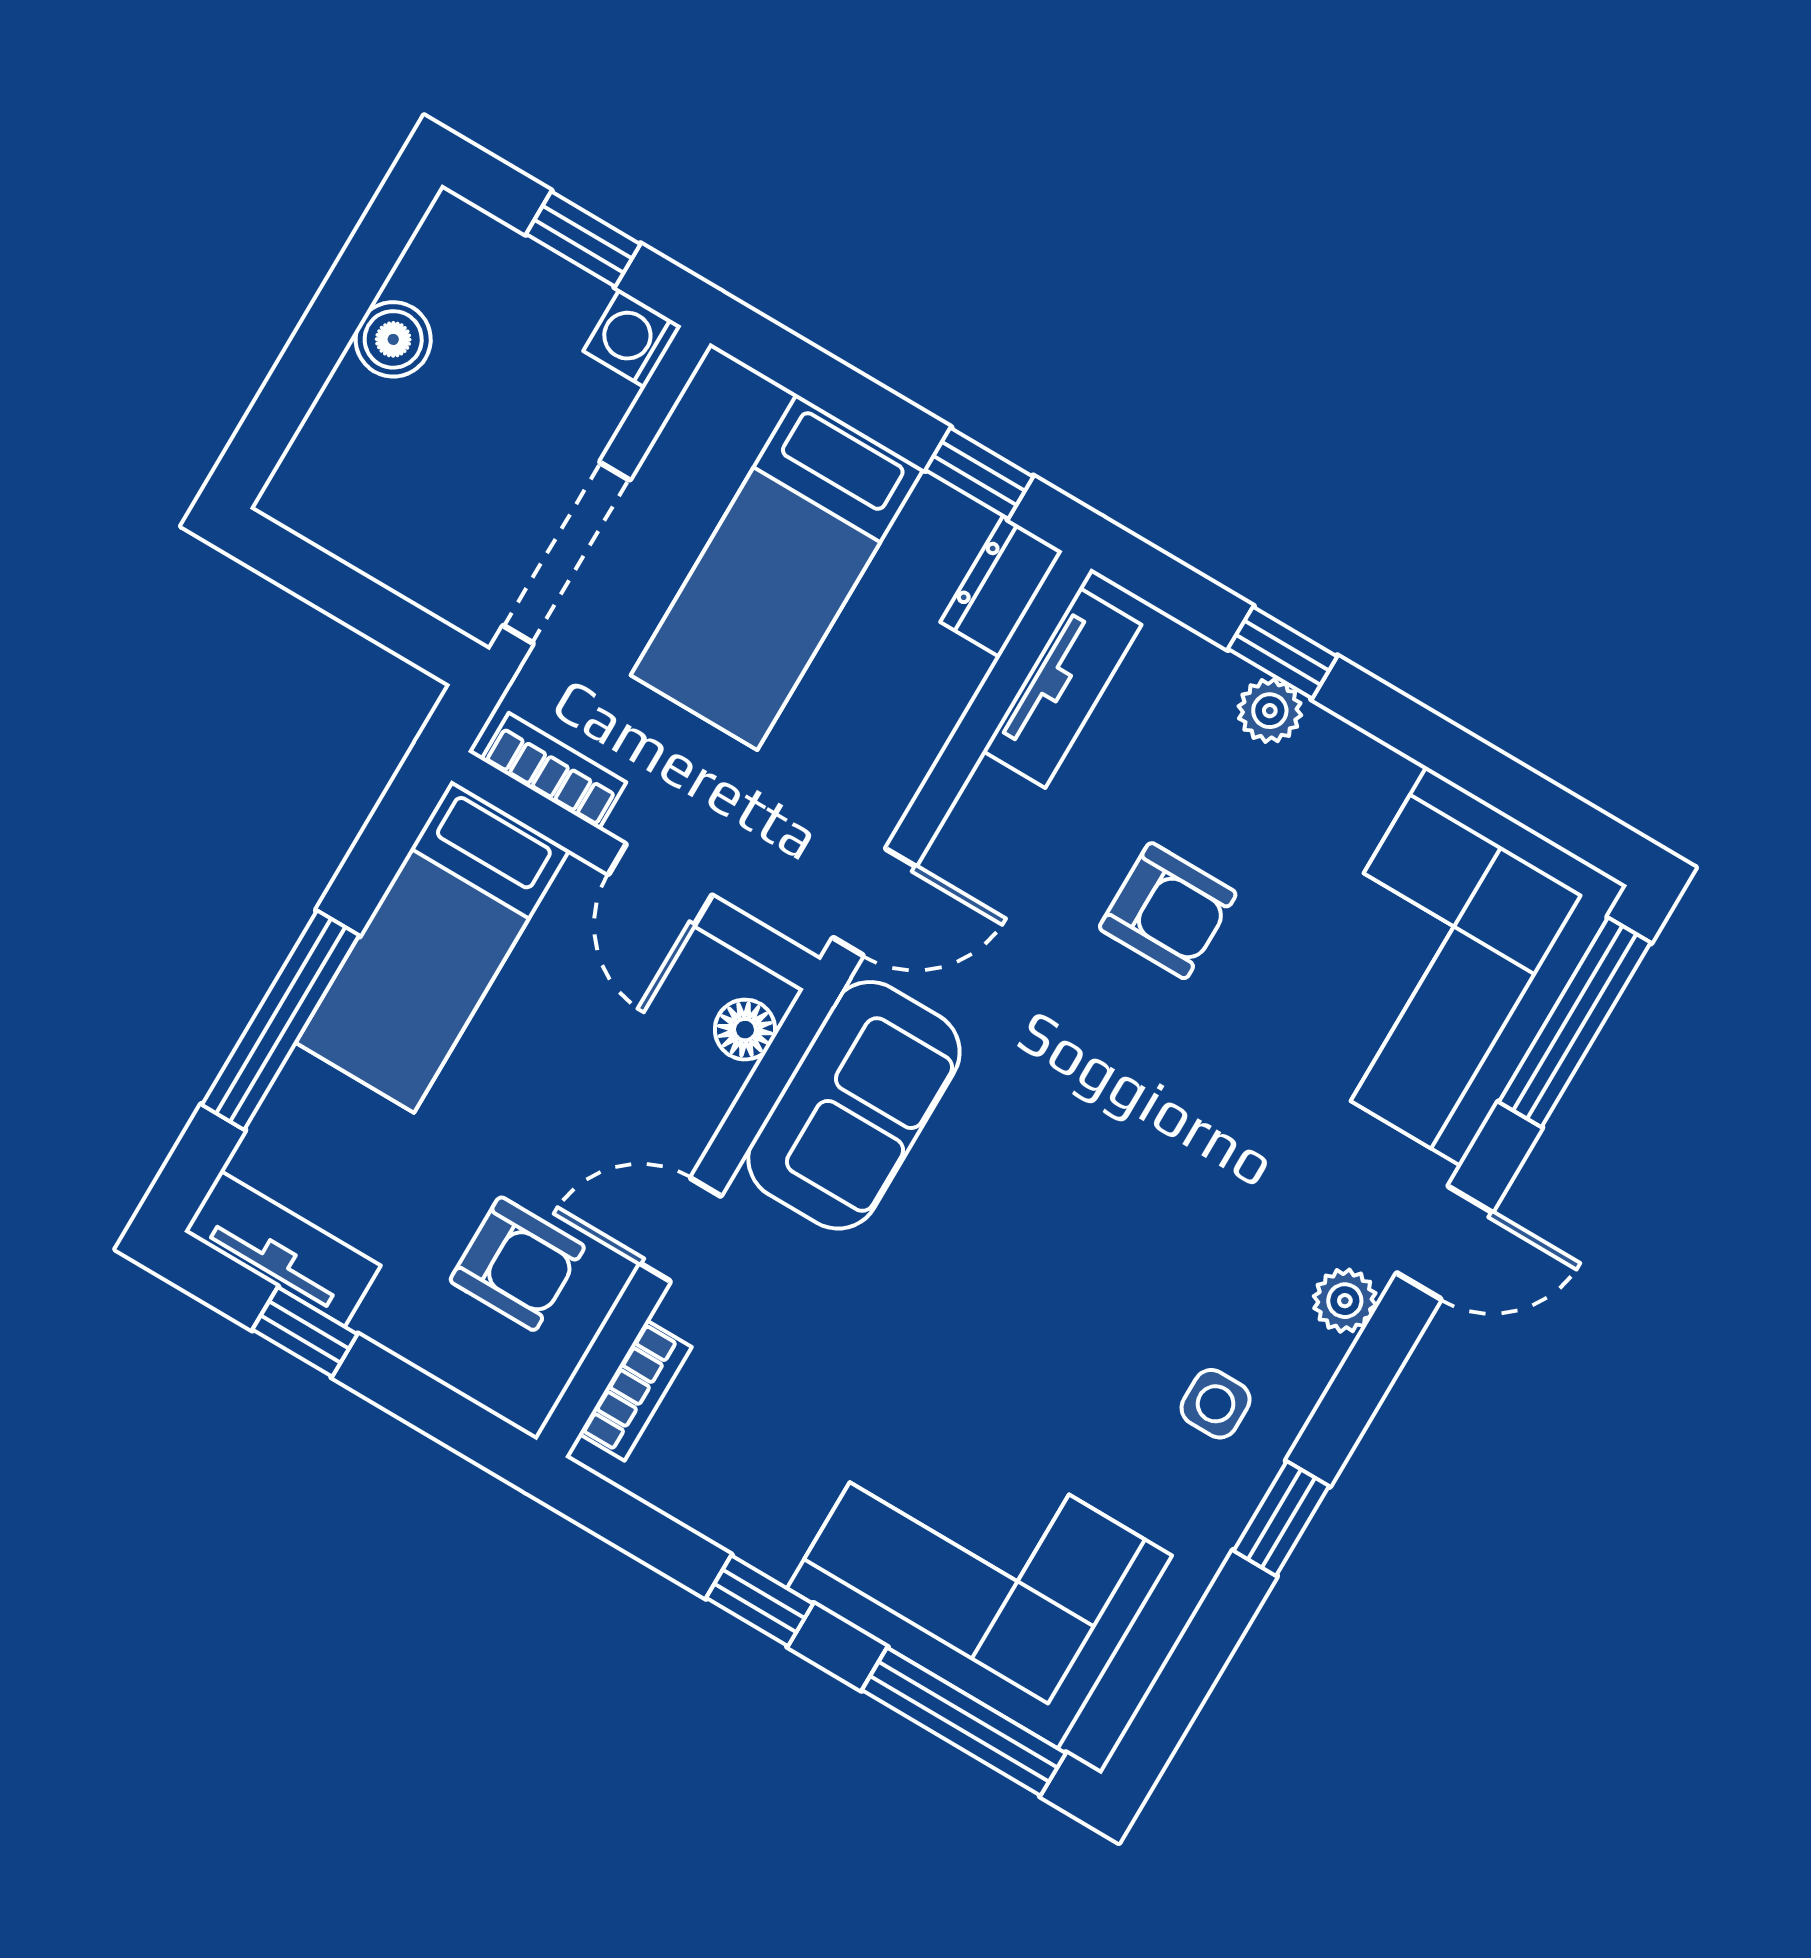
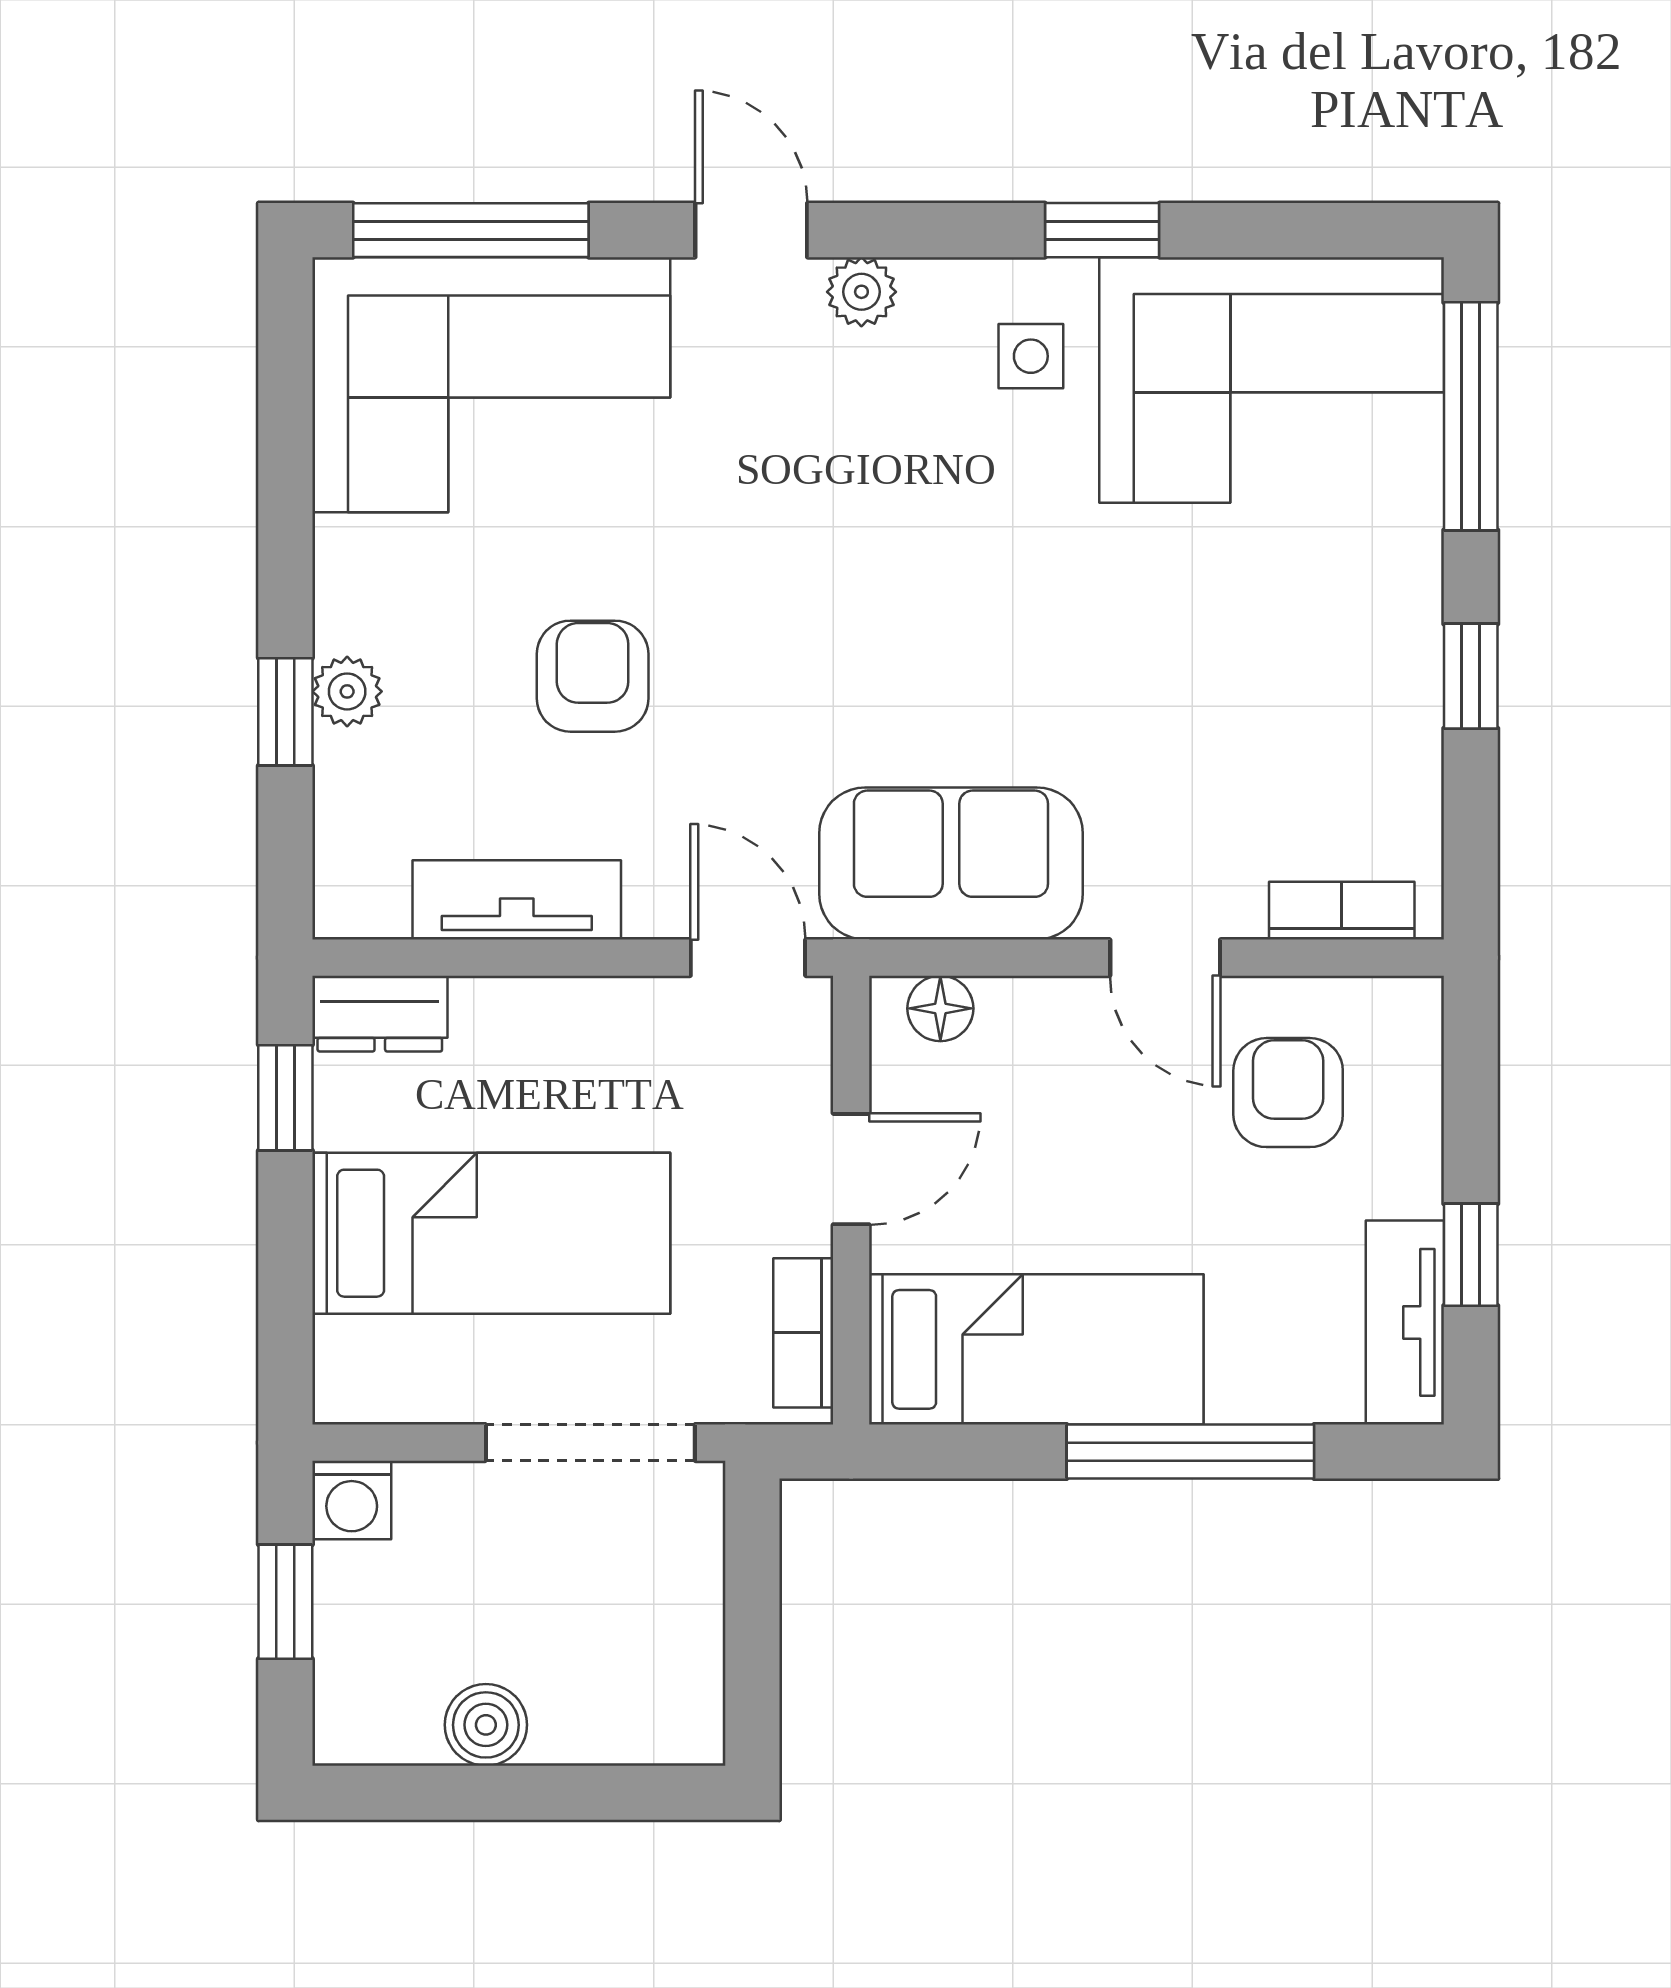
tv unit: (1062, 688) -> (517, 900), moved
corner sofa: (979, 1572) -> (1272, 380), moved, turned -90

